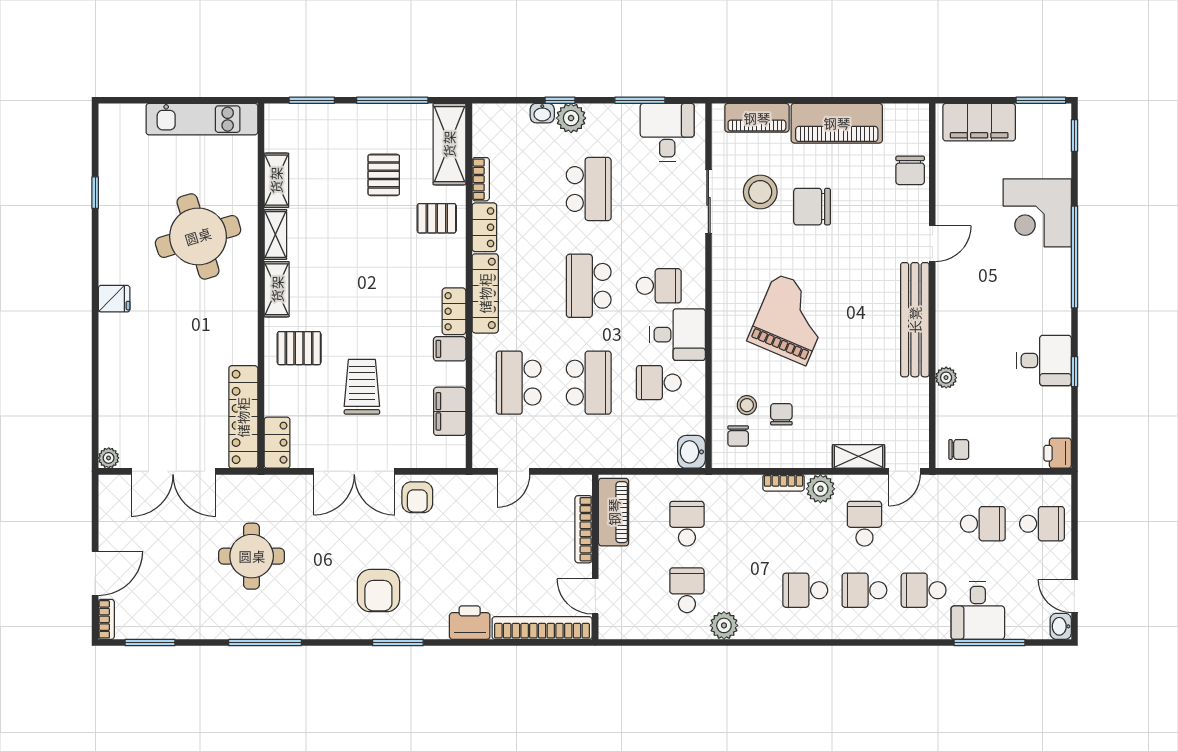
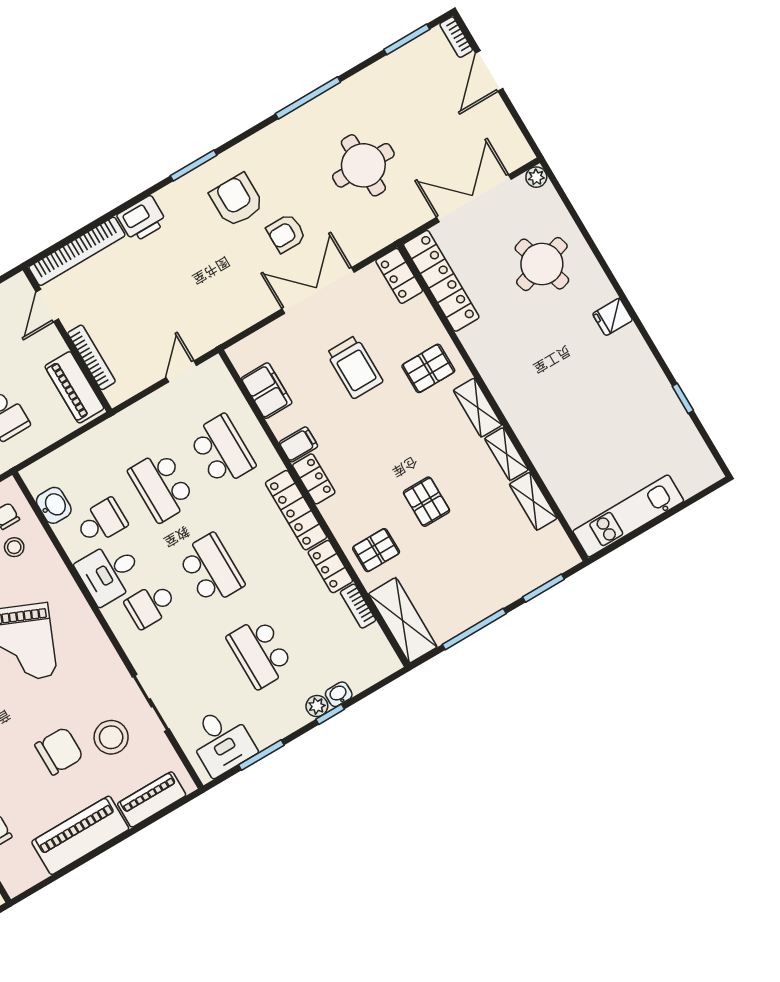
plant: (571, 118) -> (317, 706), width x0.73, depth x0.73
pallet: (384, 175) -> (427, 502), moved
round table: (198, 236) -> (542, 264), moved, width x0.73, depth x0.73
washbasin: (691, 452) -> (54, 505), moved
armchair: (417, 497) -> (286, 233), moved, turned -90
door: (595, 596) -> (47, 305), swing flipped

